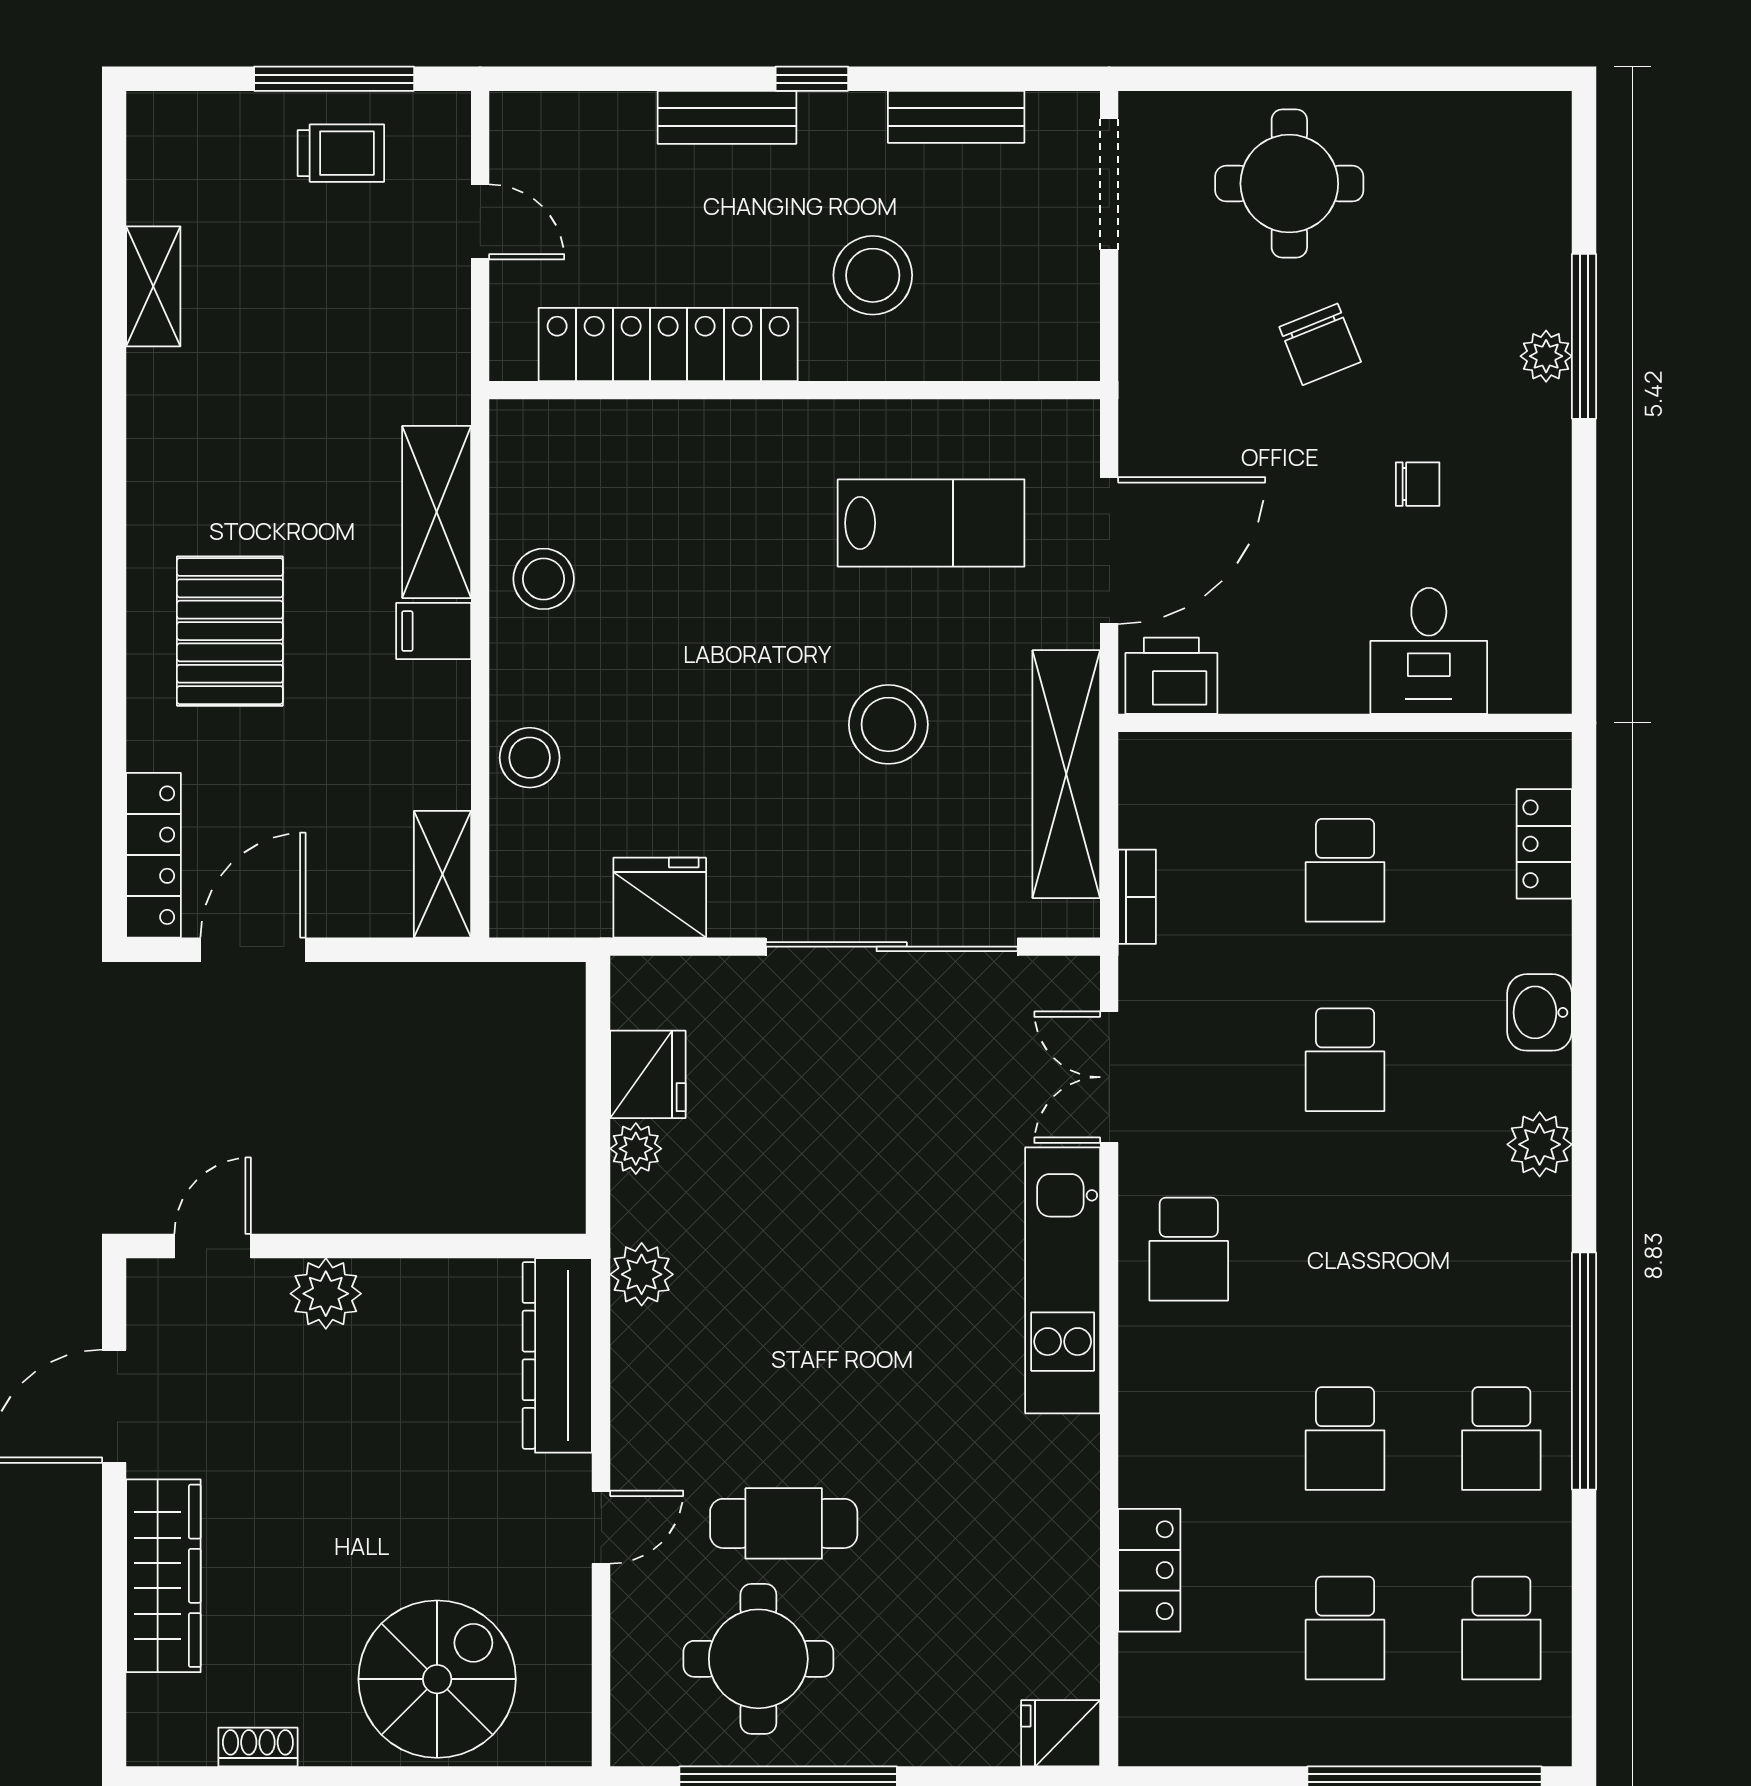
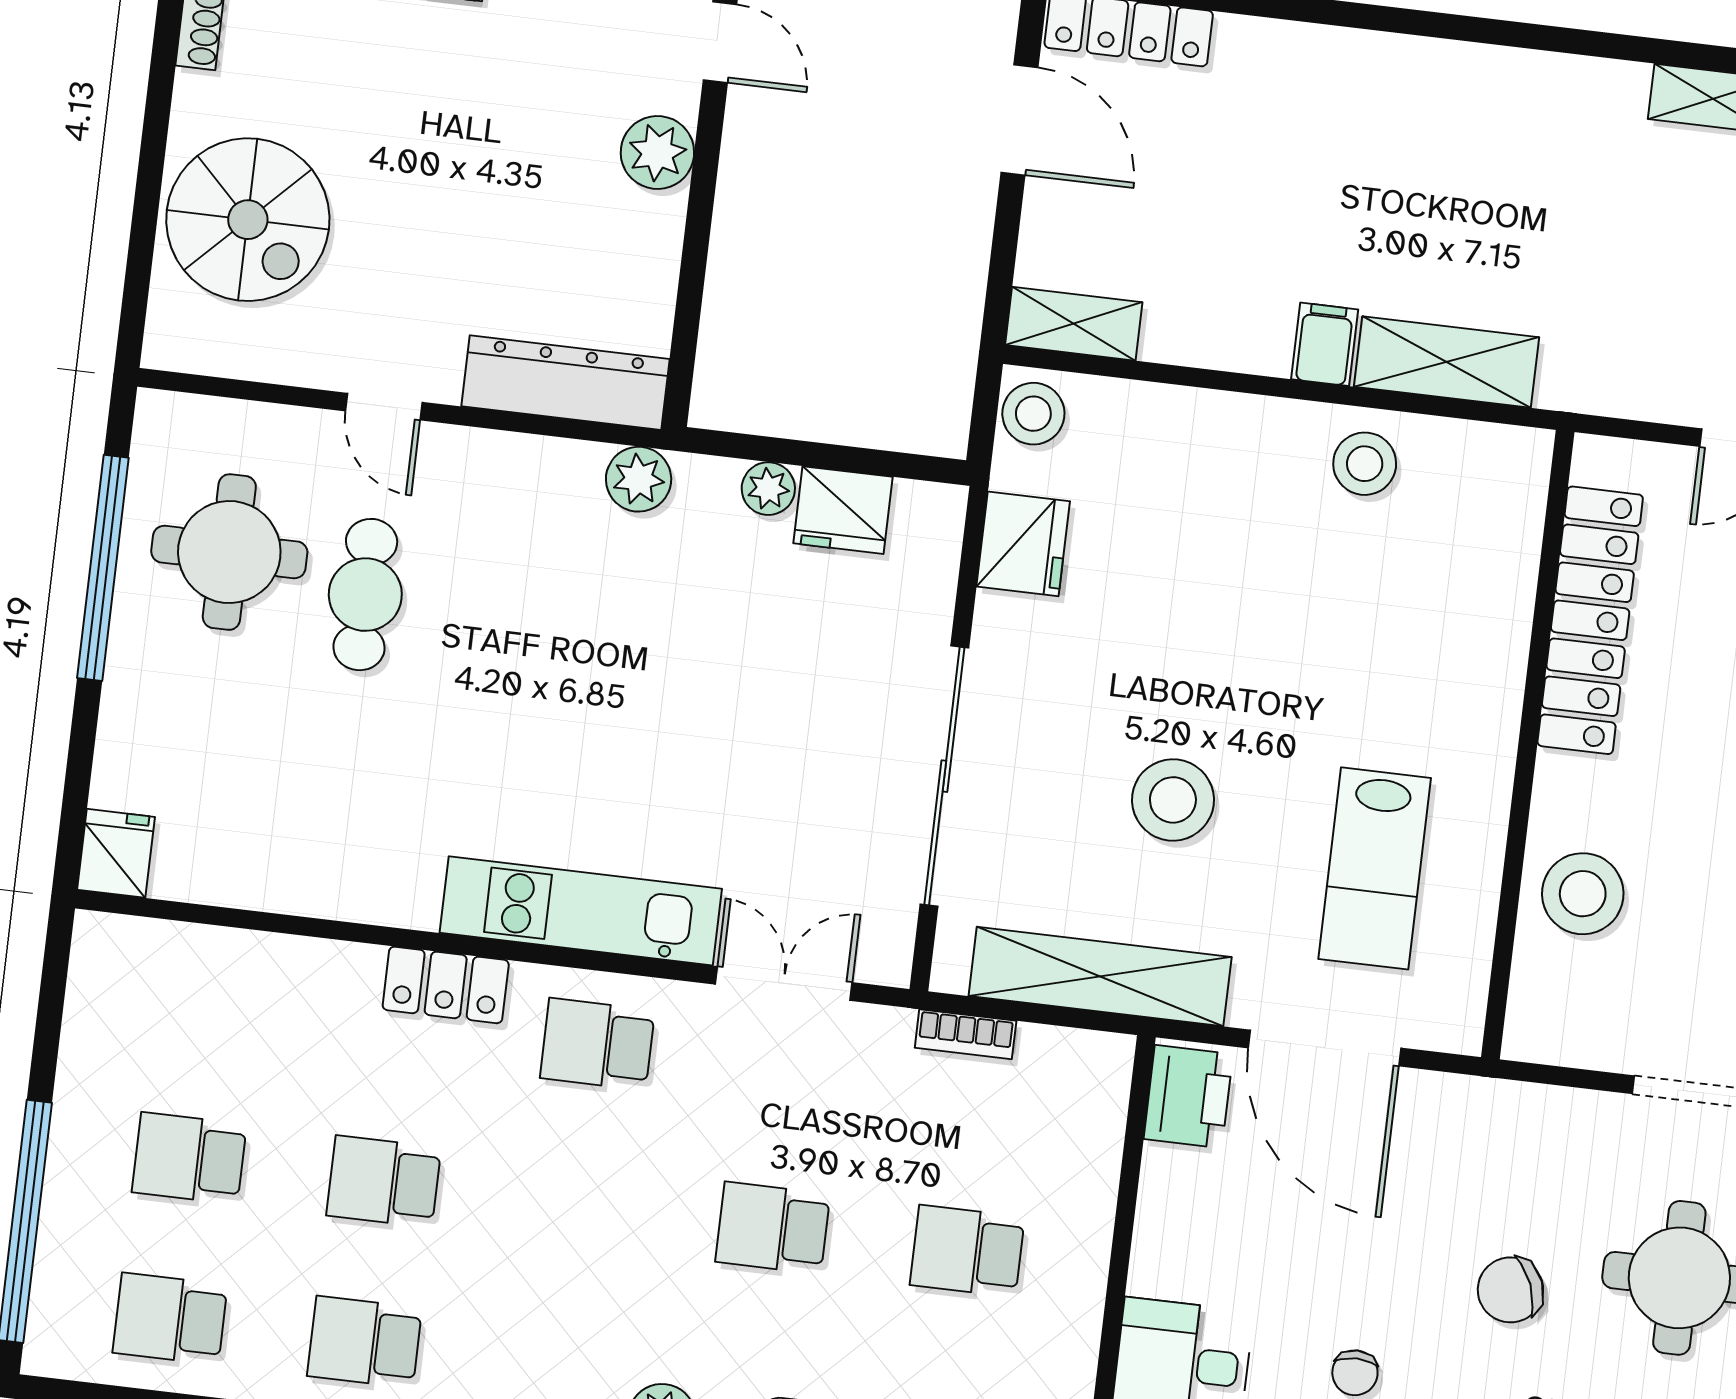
stool: (873, 275) -> (1583, 894), moved
pallet: (230, 631) -> (1350, 135), removed
stool: (530, 758) -> (1033, 414), moved
locker: (1149, 1570) -> (446, 985), moved

